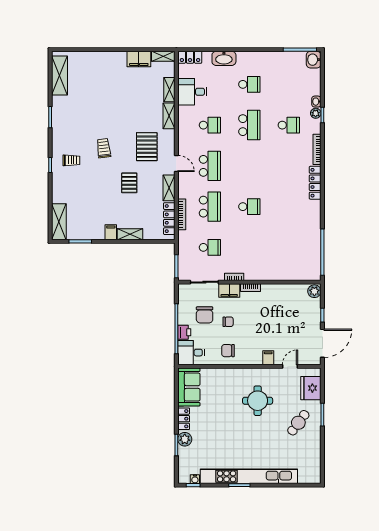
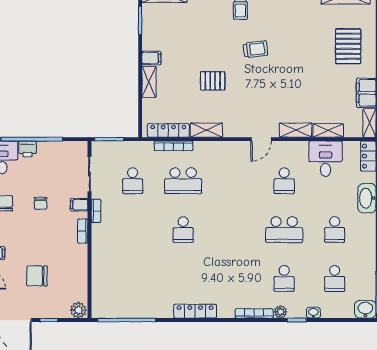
plant: (316, 113) -> (281, 312), moved
pallet: (147, 147) -> (348, 46), moved, turned 90
door: (176, 163) -> (261, 139), moved
school desk: (210, 166) -> (335, 278), moved, width x0.54
locker: (315, 183) -> (195, 311), moved
filing cabinet: (229, 291) -> (79, 205), width x0.50
chair: (205, 315) -> (37, 276), moved

